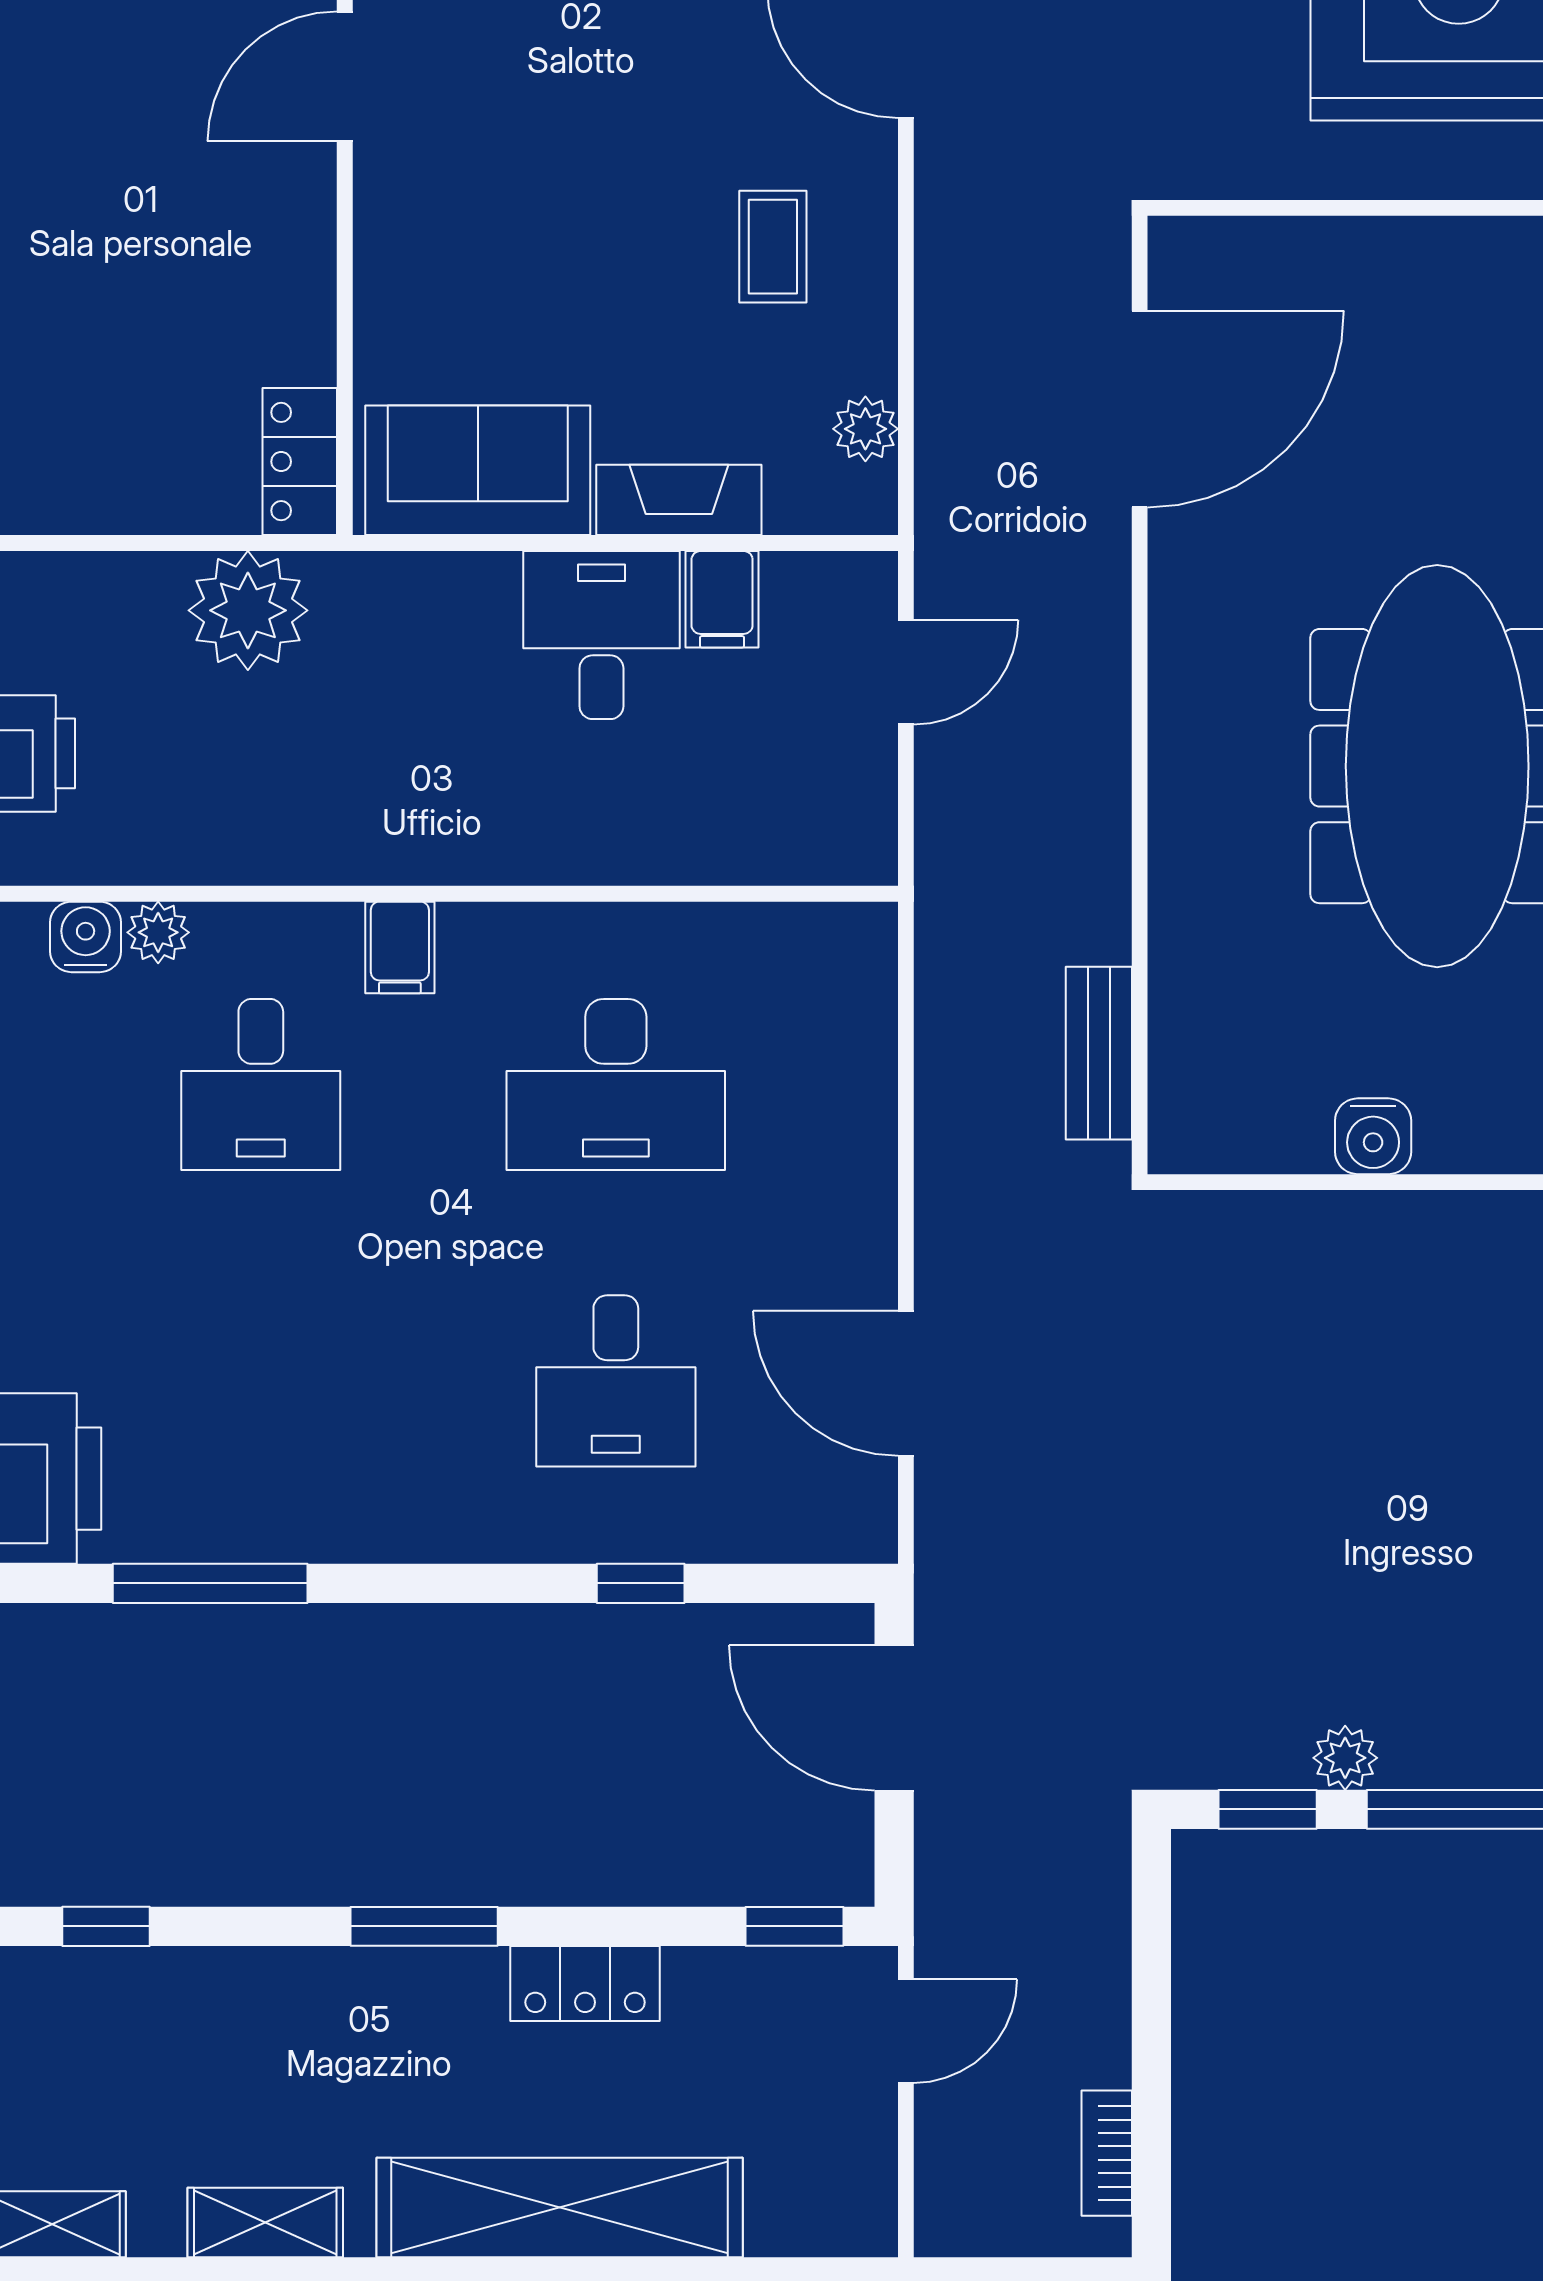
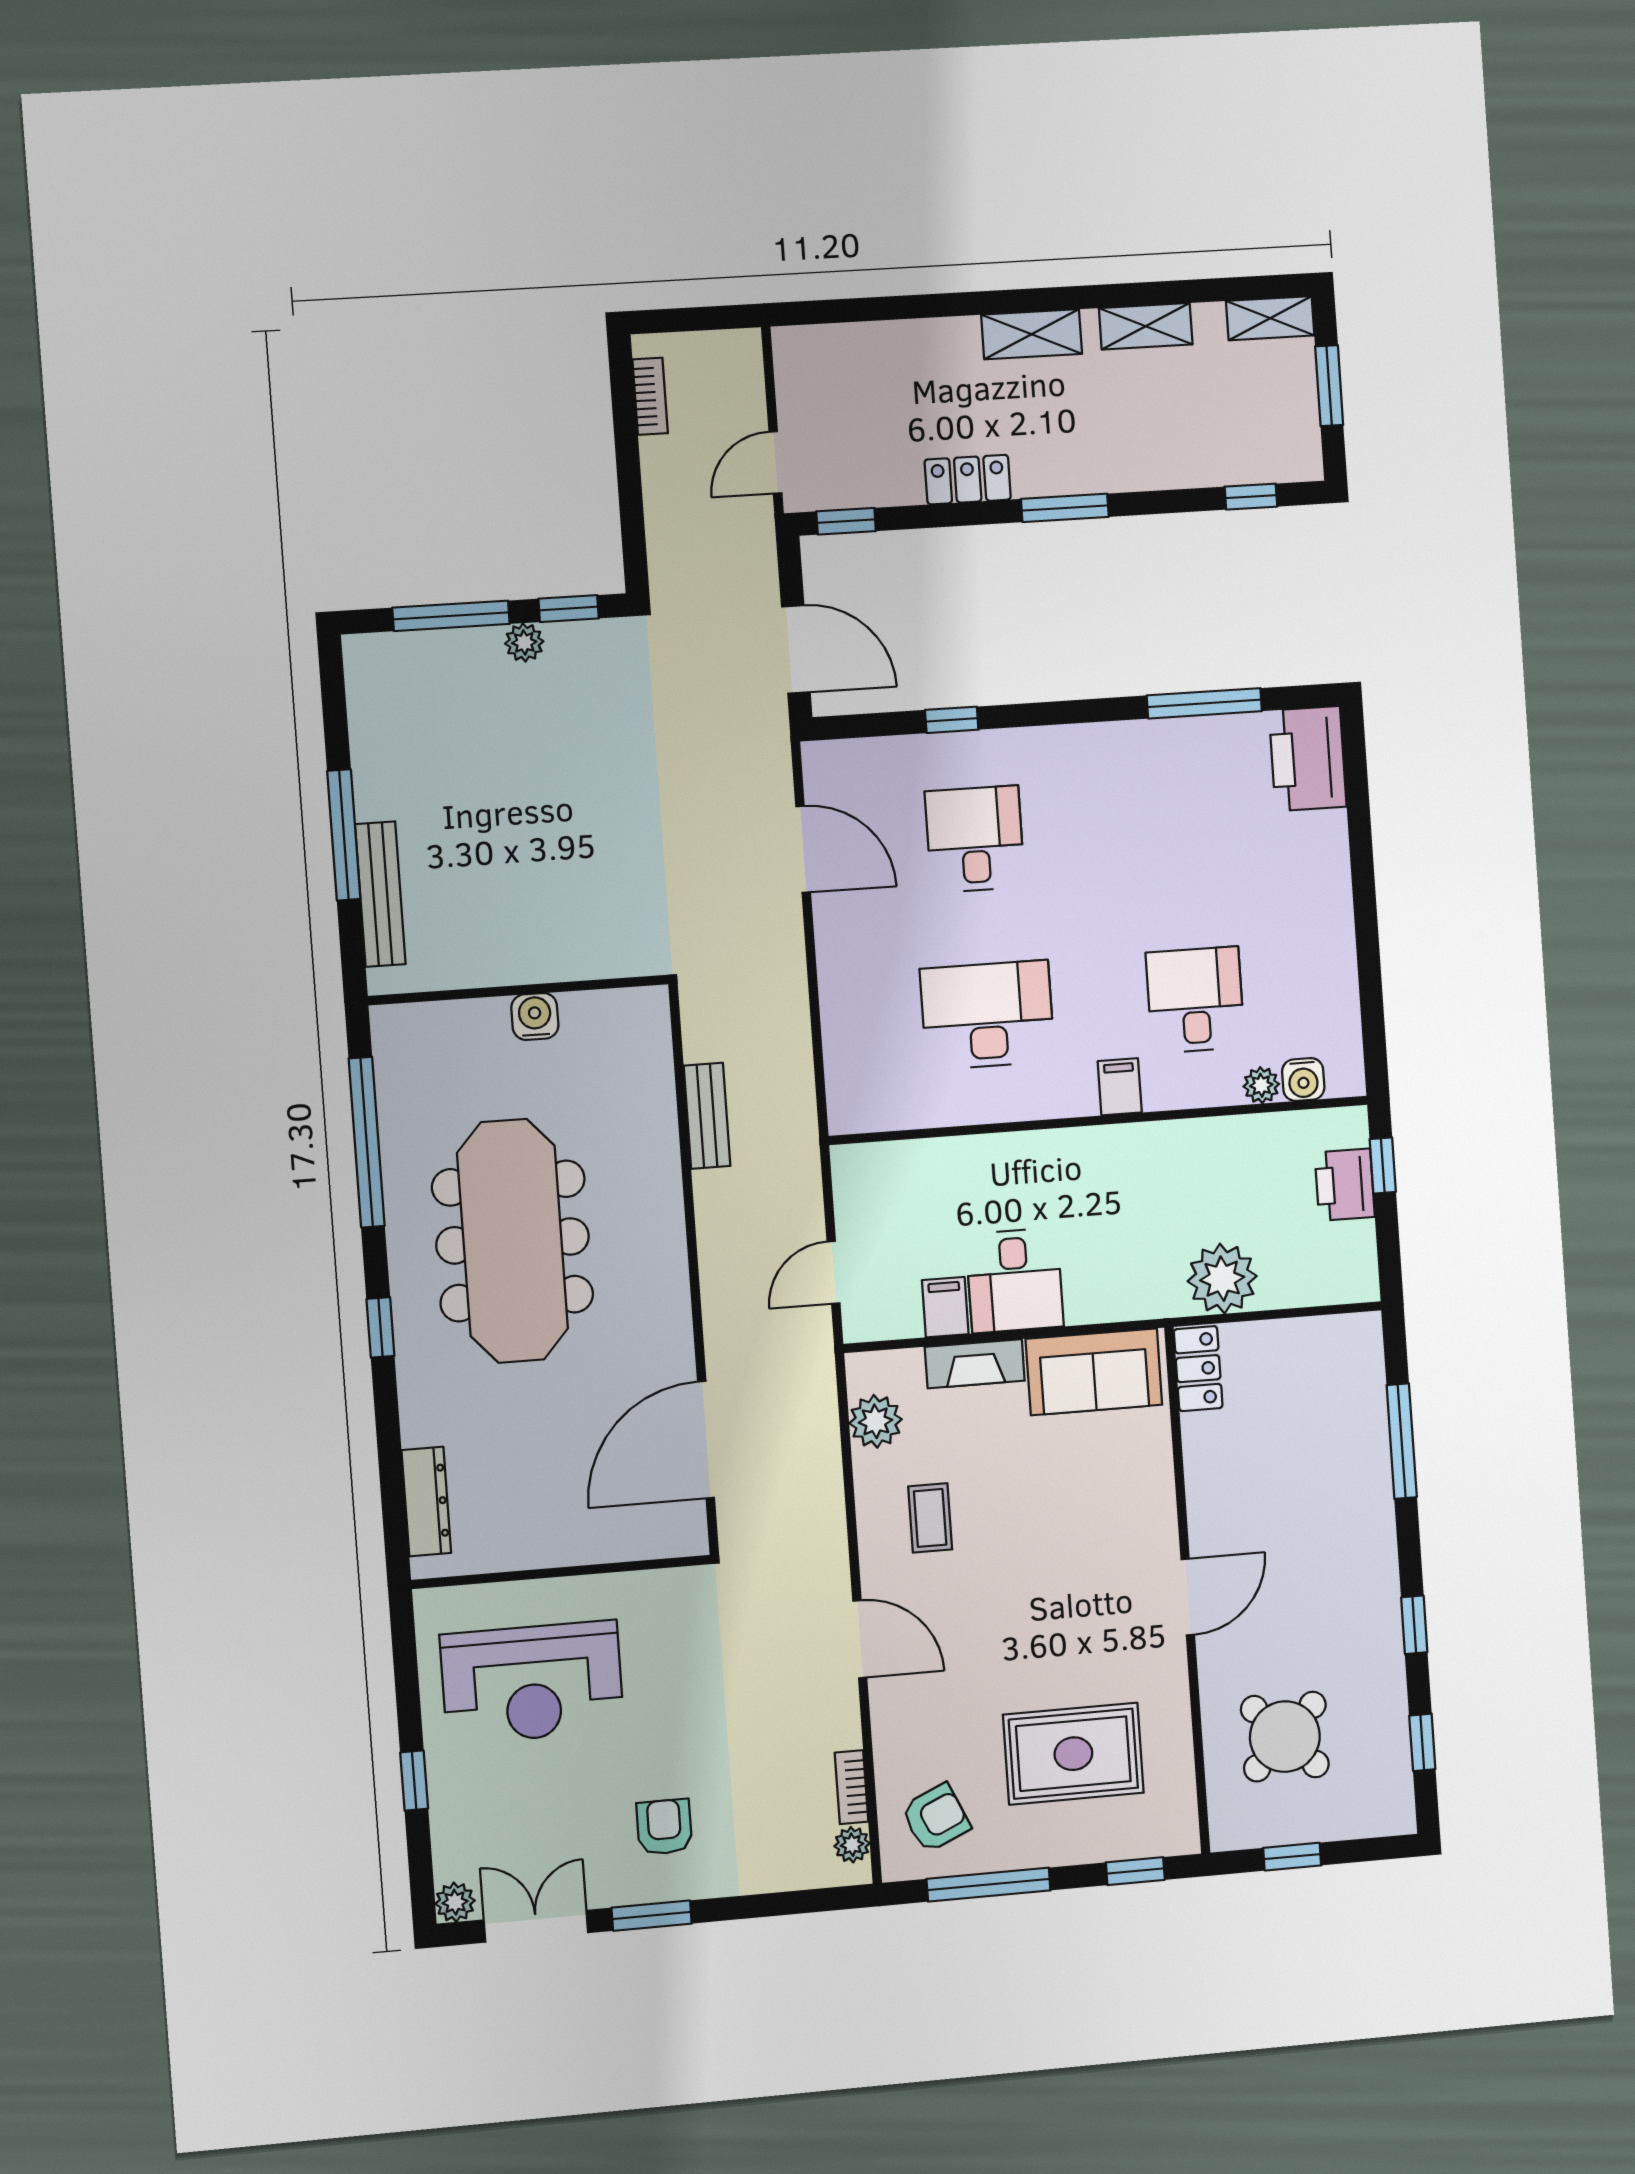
plant: (865, 429) -> (875, 1421), width x1.38, depth x1.38
bench: (1099, 1053) -> (707, 1116), moved
shelving: (560, 2208) -> (1032, 334), width x0.45, depth x0.75

